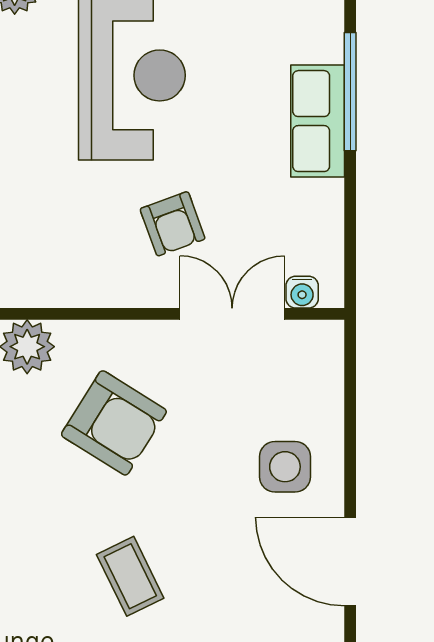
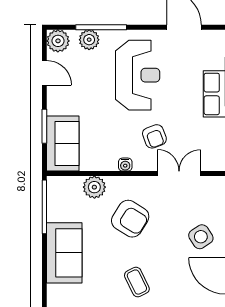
water cooler: (302, 292) -> (125, 165), moved
side table: (285, 467) -> (201, 237), turned -33

